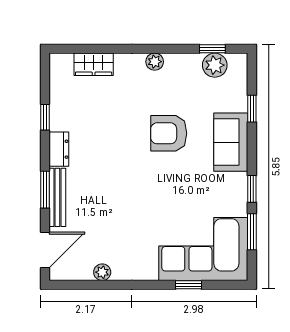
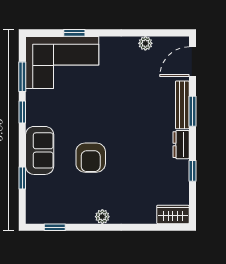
wardrobe: (94, 64) -> (173, 214), moved
plant: (215, 65) -> (53, 214), removed
armchair: (169, 133) -> (91, 158), turned 90

